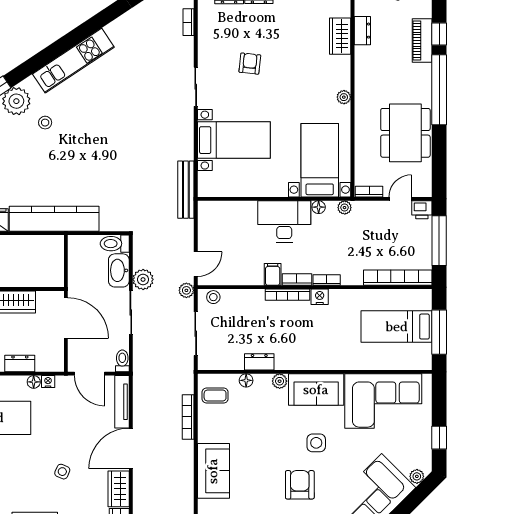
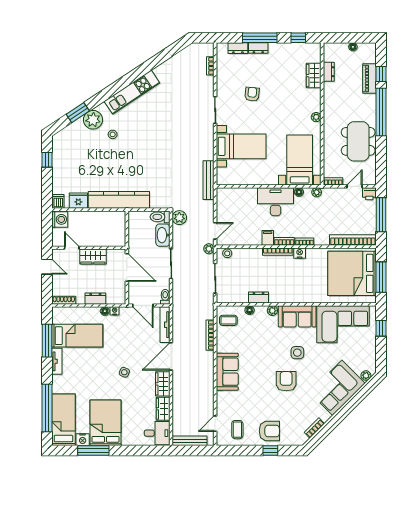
plant: (143, 279) -> (179, 218), moved
bed: (397, 327) -> (352, 273), width x2.04
window: (439, 438) -> (381, 328), moved

